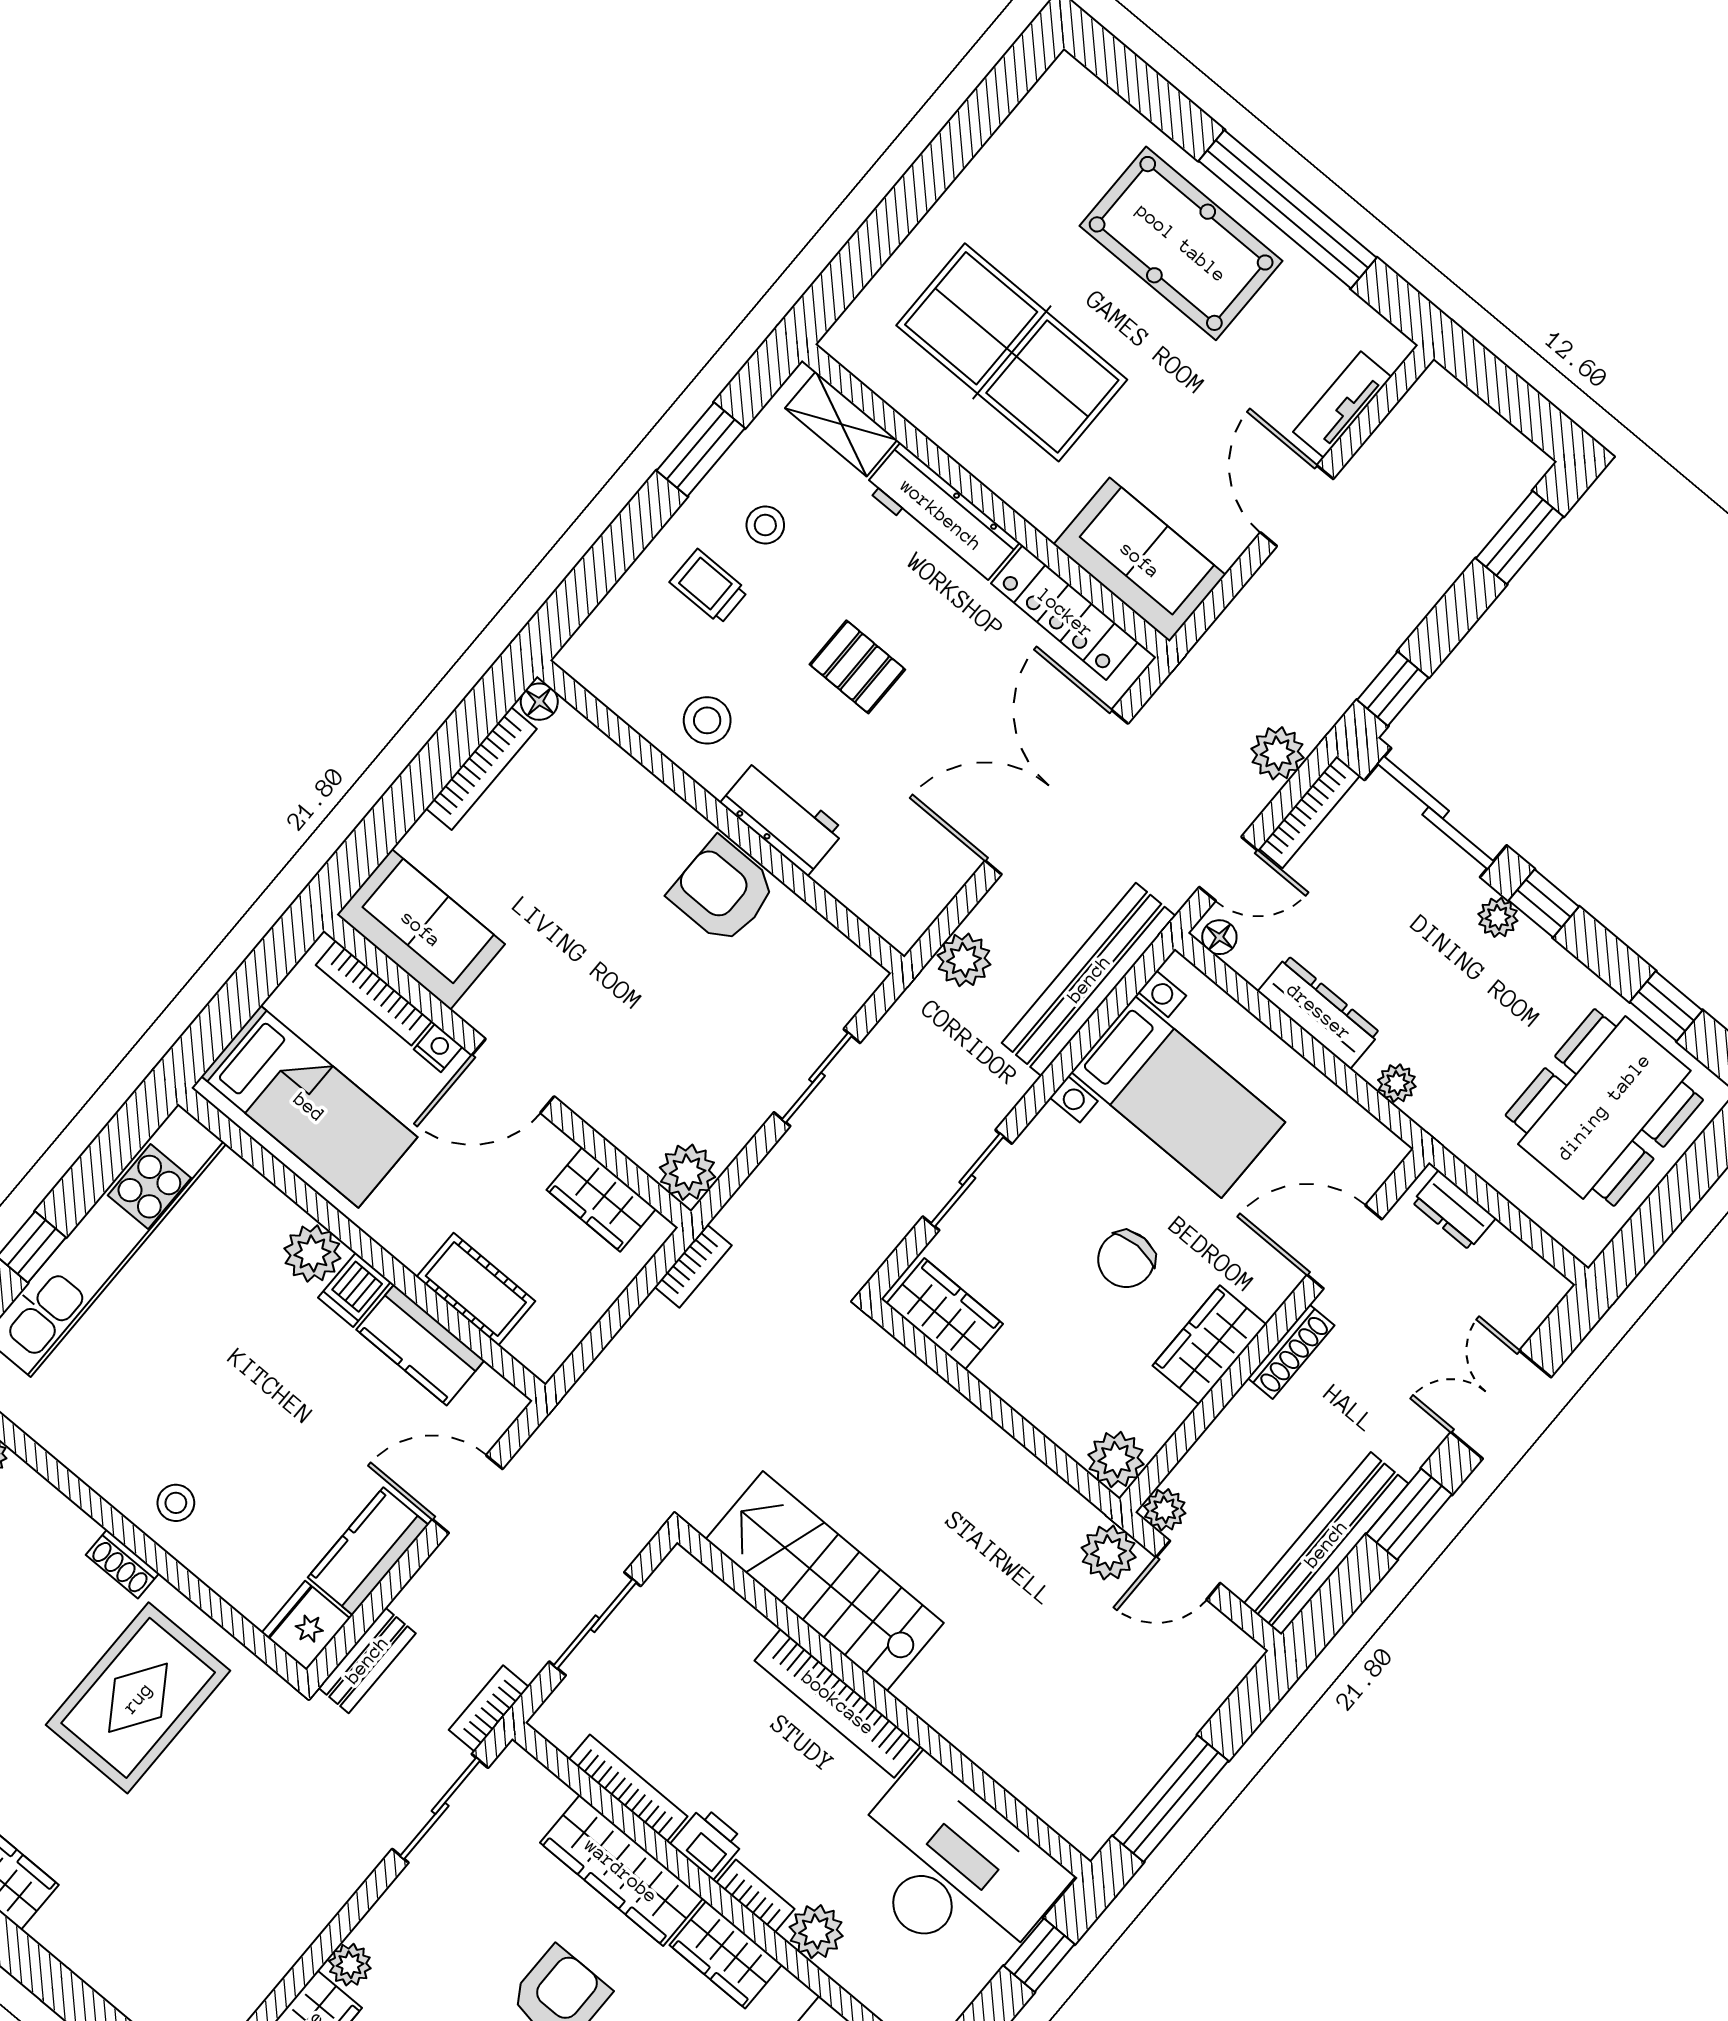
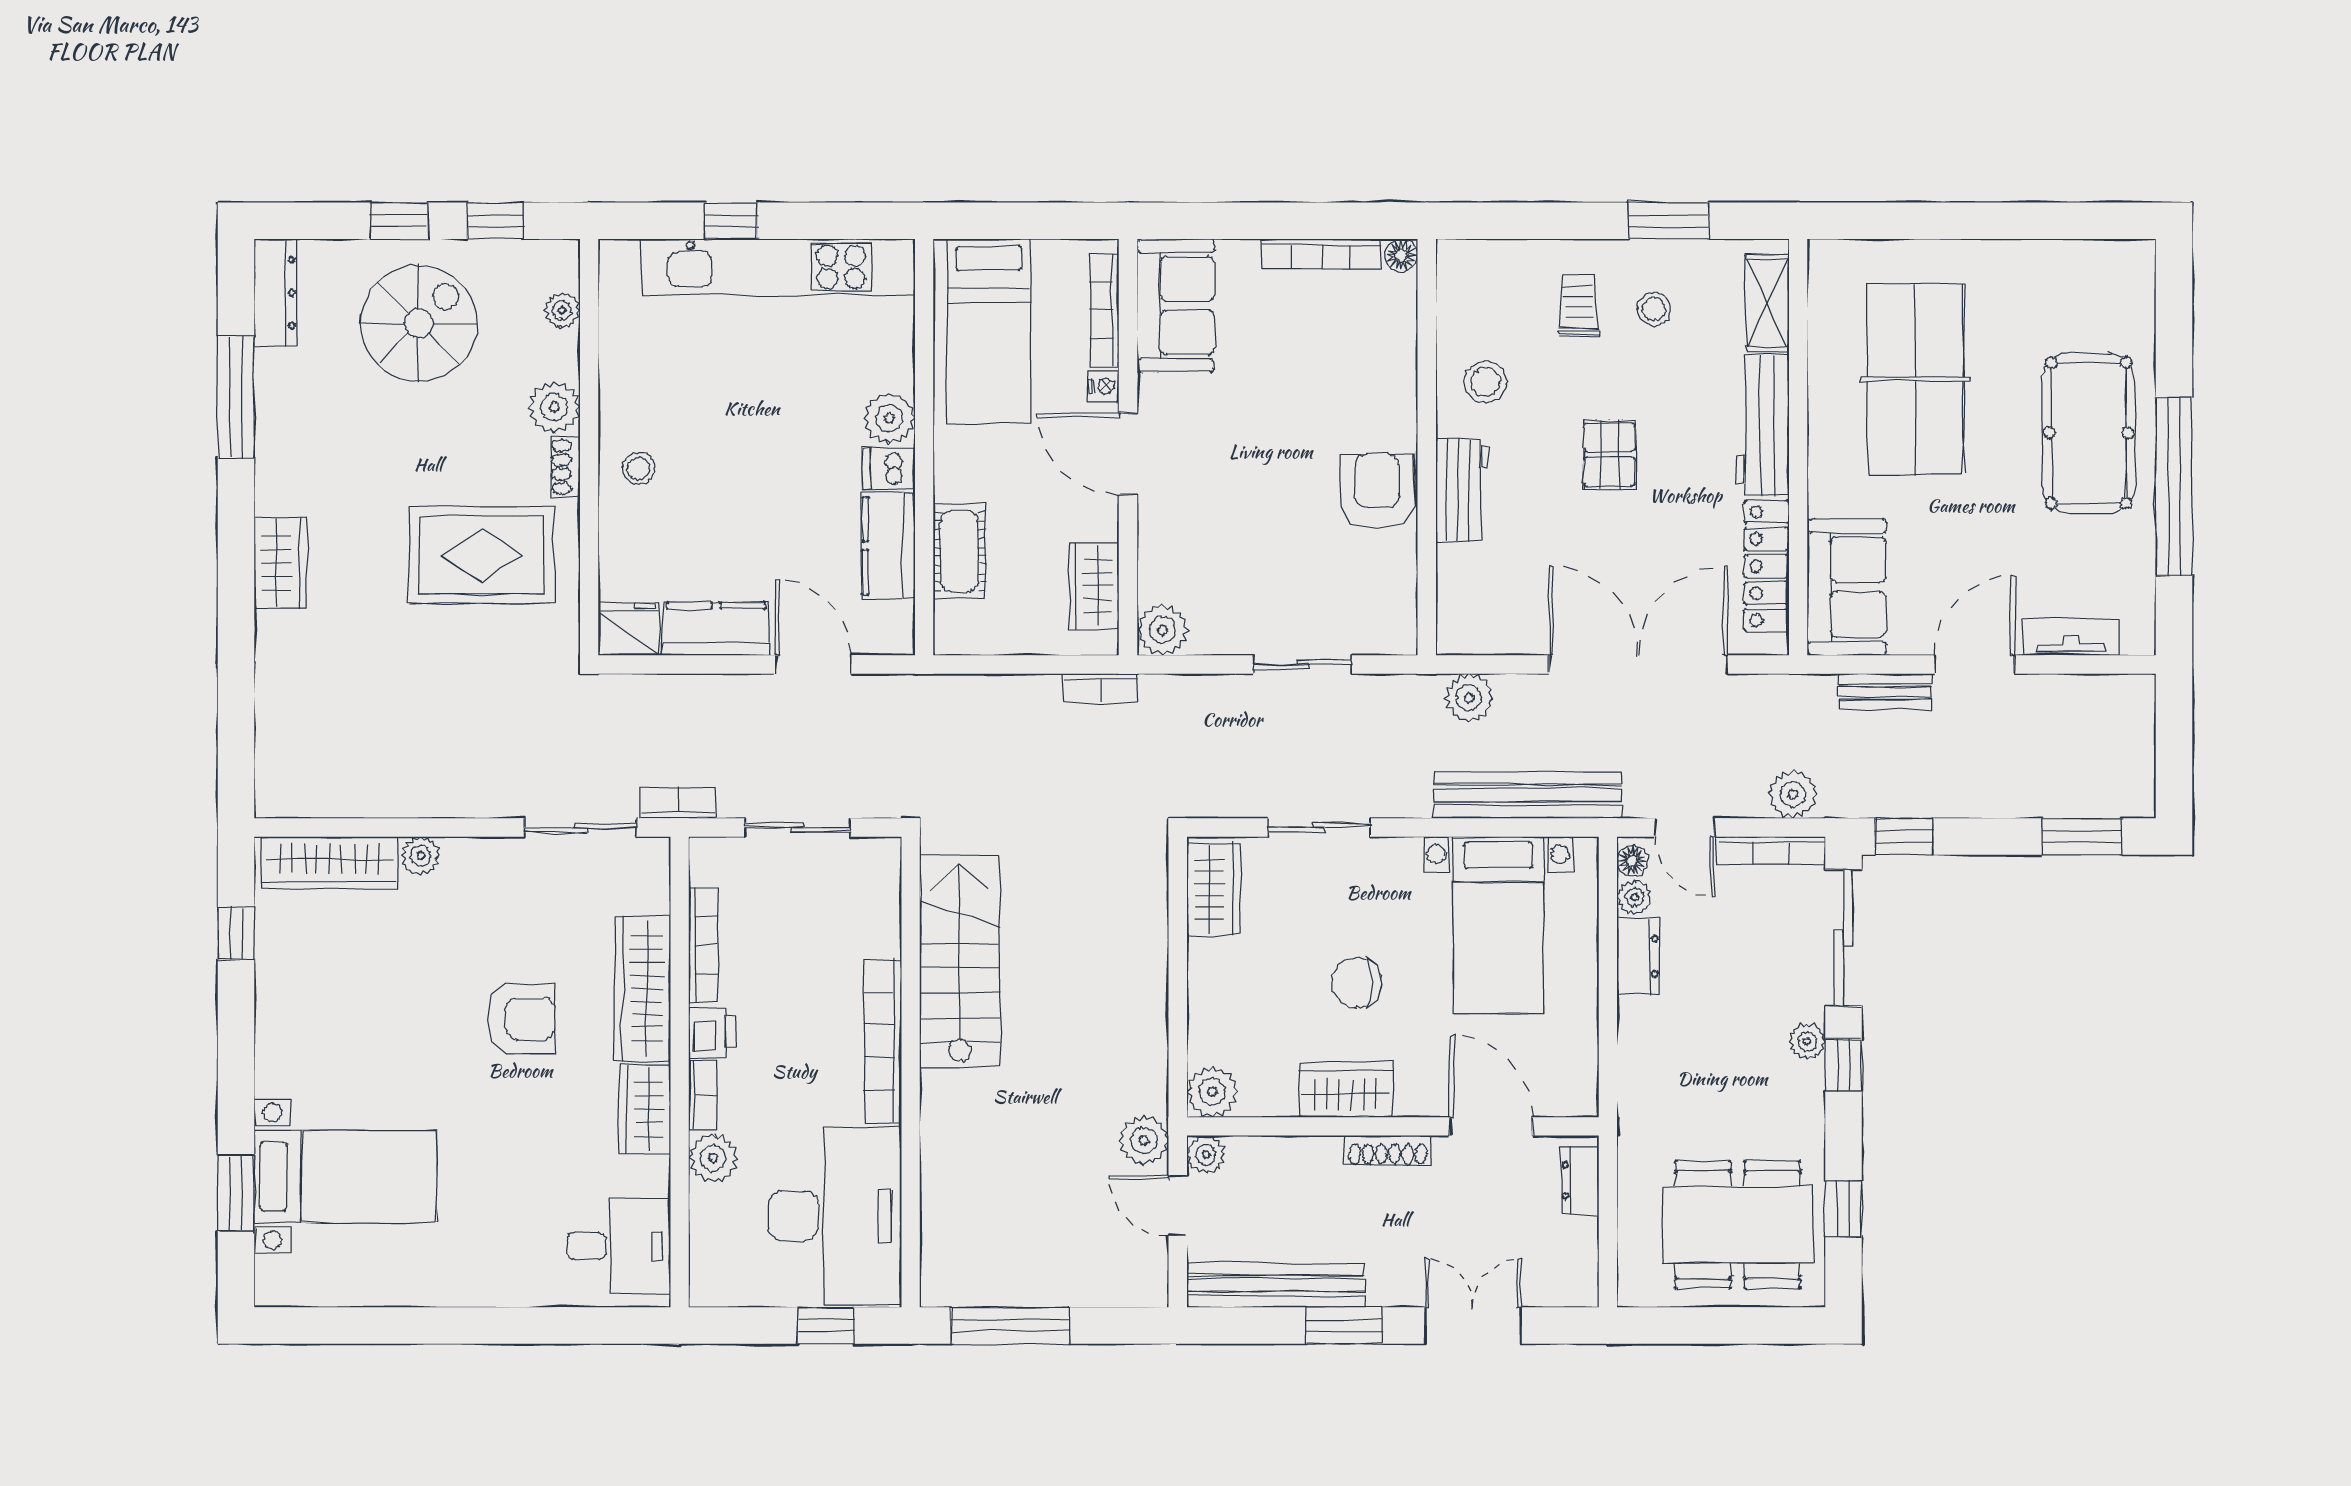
dresser: (1319, 1012) -> (1638, 956), width x0.70
plant: (1397, 1083) -> (1634, 897), moved
plant: (64, 1530) -> (554, 407), added
bench: (367, 1660) -> (1885, 691), moved

